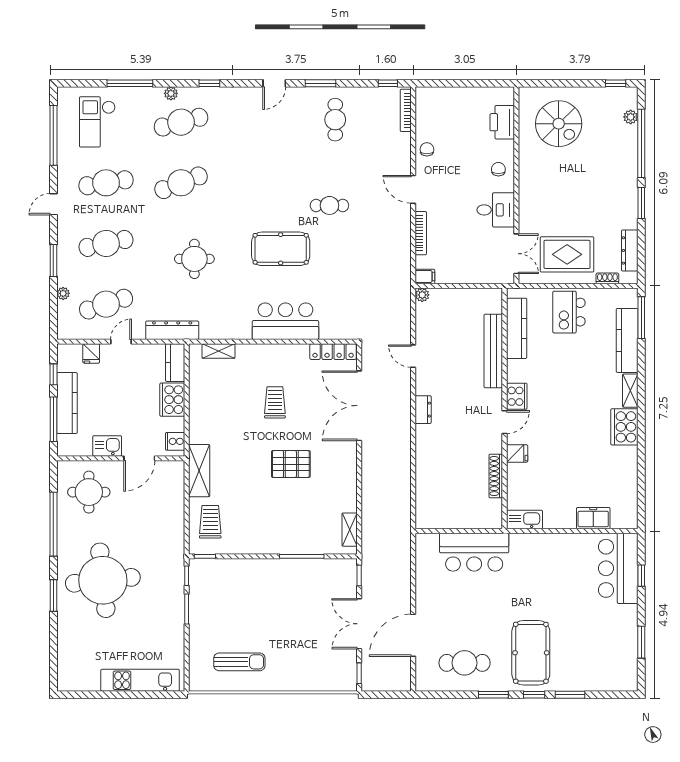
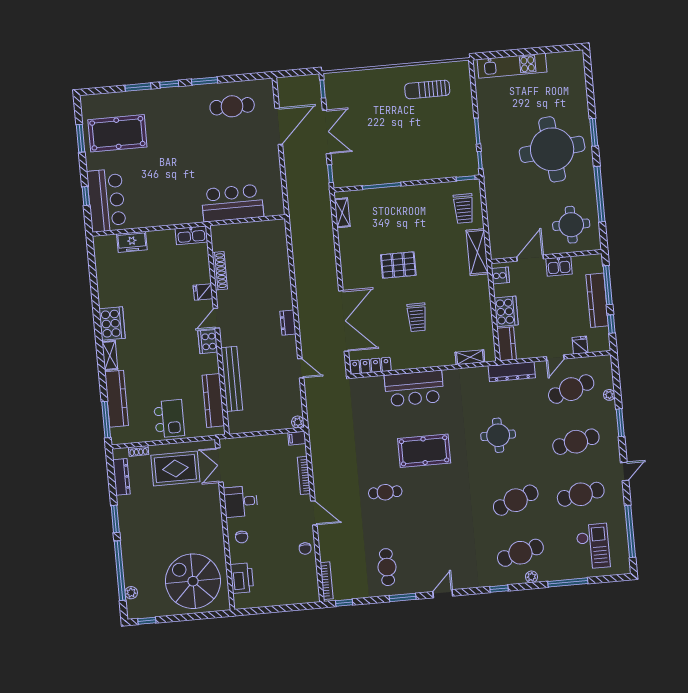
spiral stairs: (559, 124) -> (193, 581), width x1.37, depth x1.37
pool table: (531, 653) -> (117, 133), moved, turned 90

